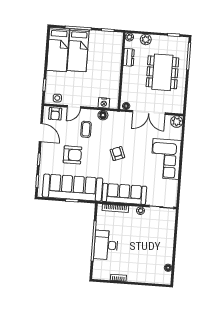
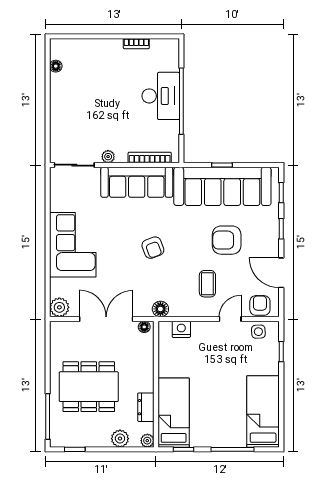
bed: (78, 50) -> (174, 413), moved
dining table: (162, 72) -> (89, 387), turned 90
floor lamp: (103, 115) -> (160, 309), moved

